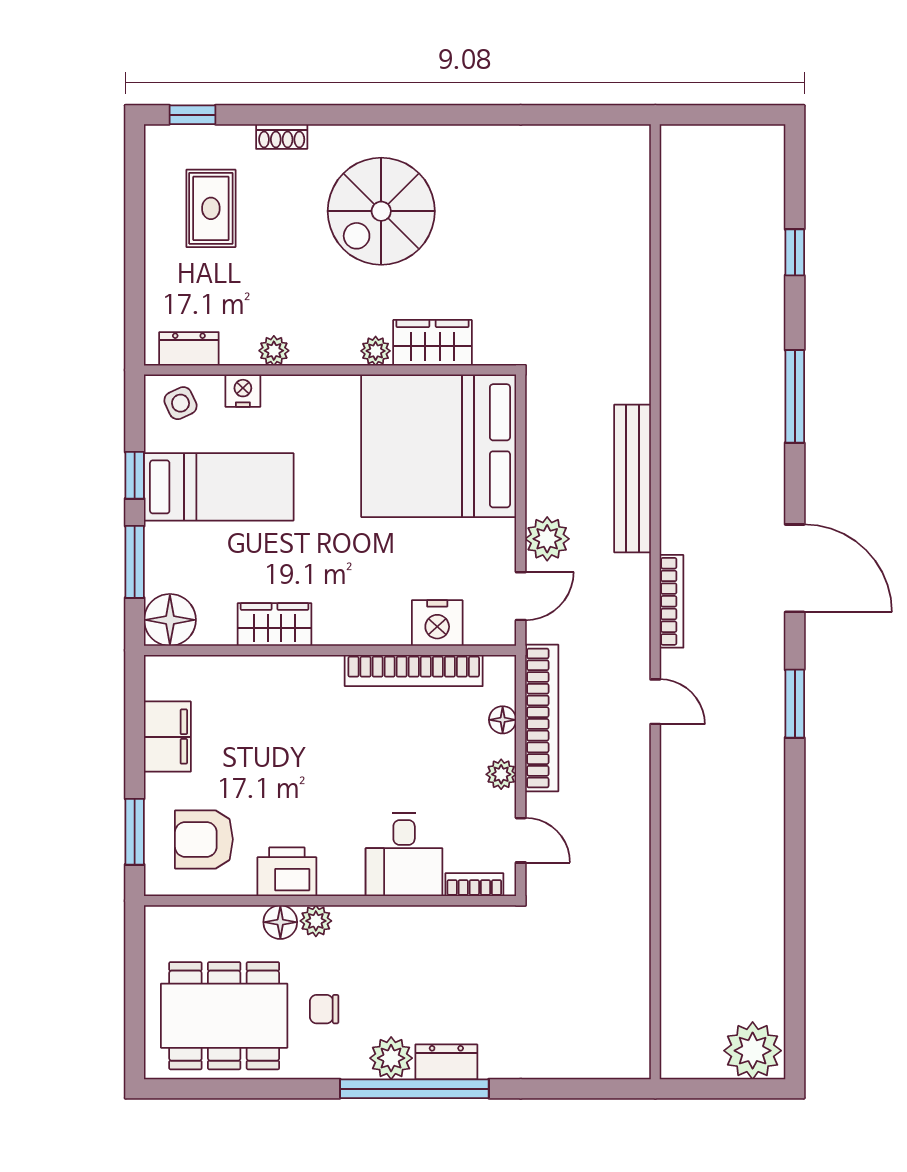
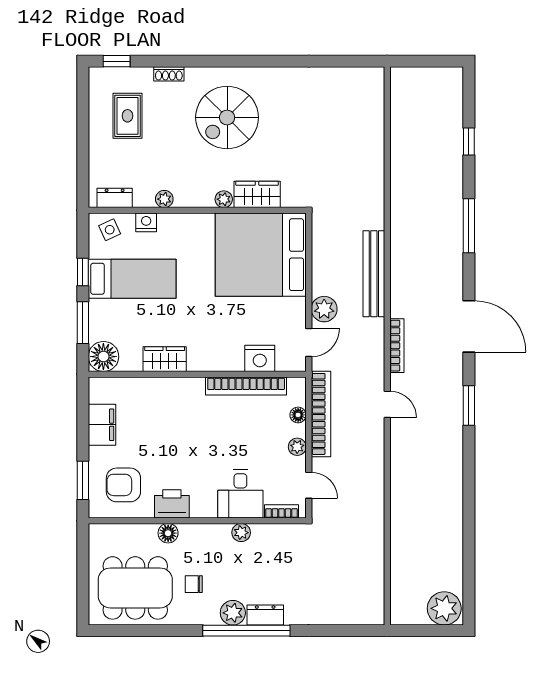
plant: (316, 921) -> (241, 533), moved

